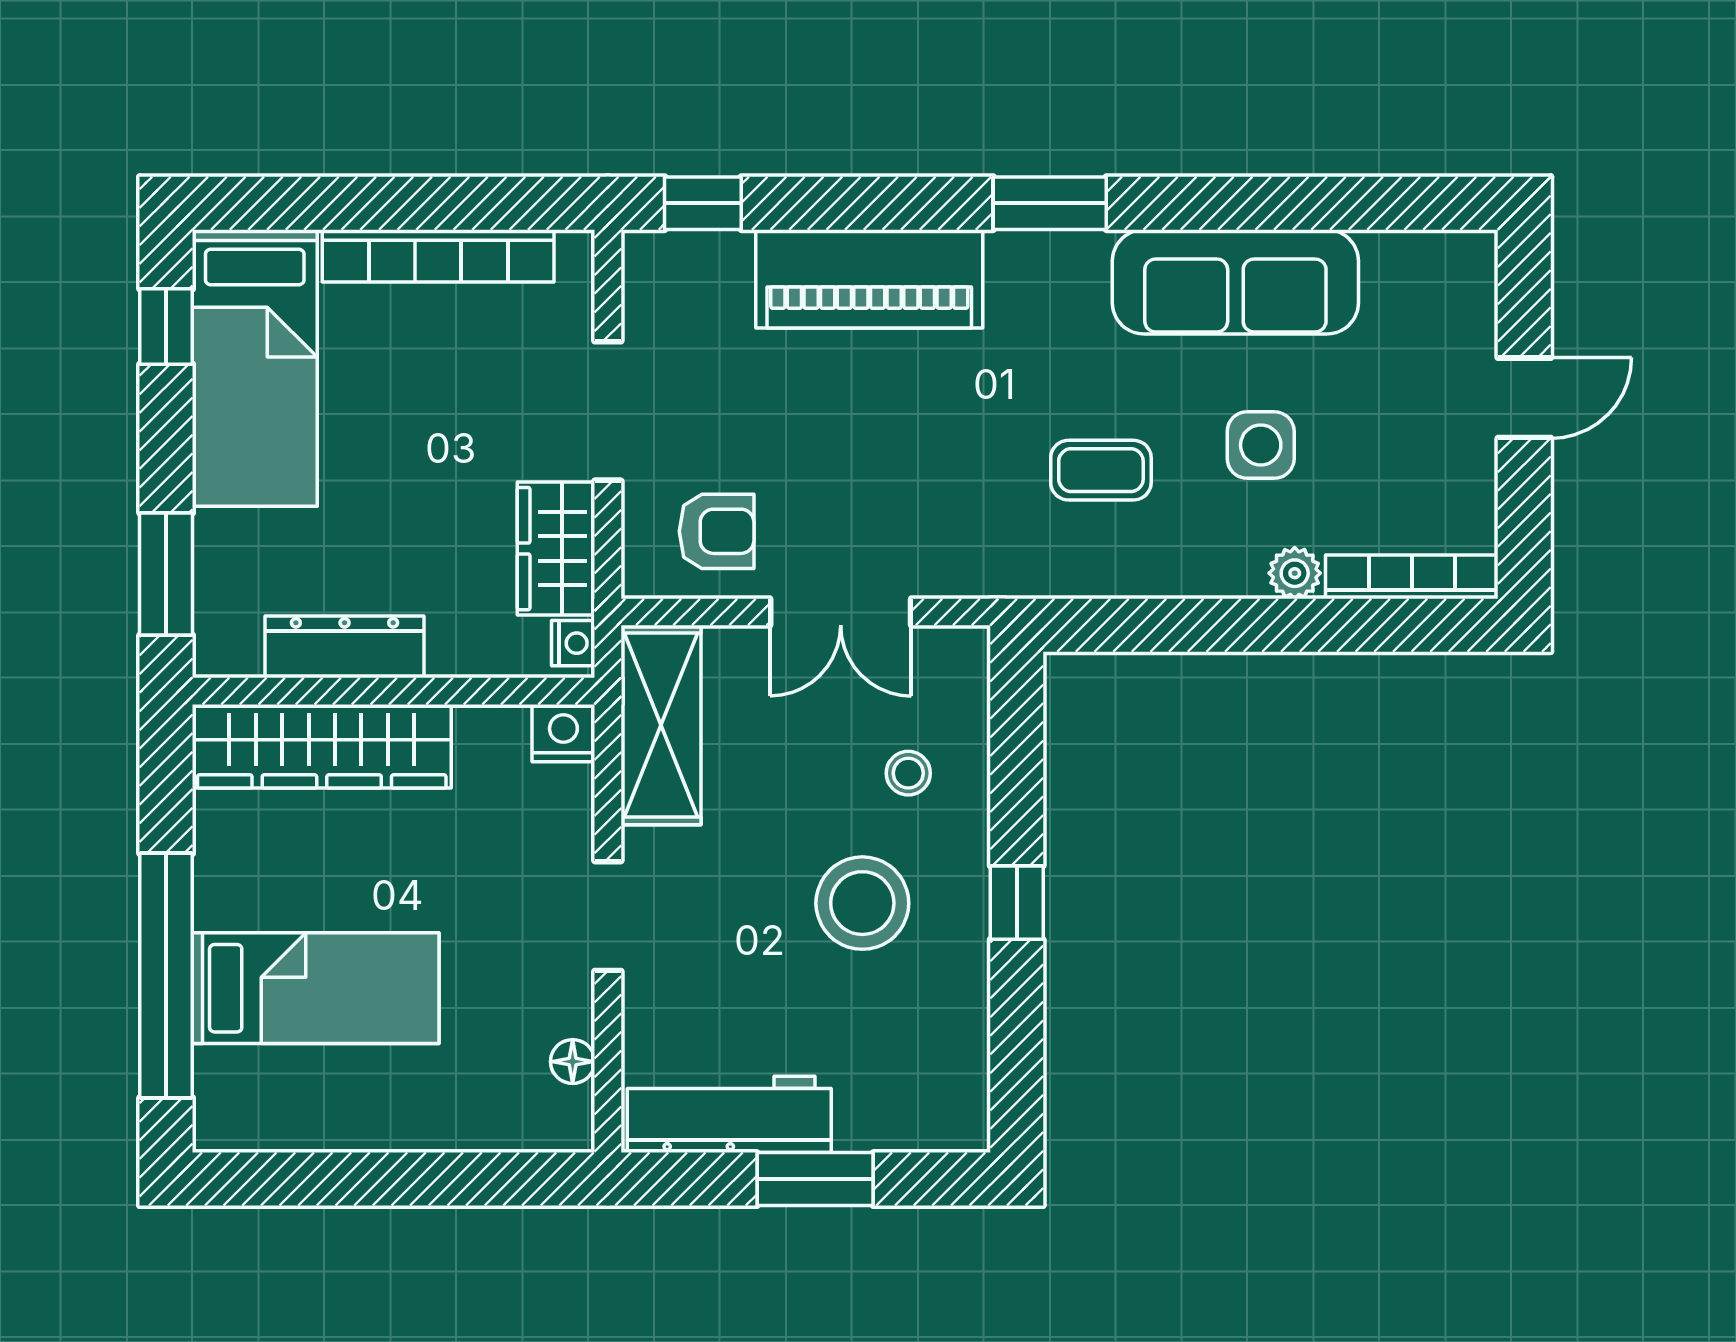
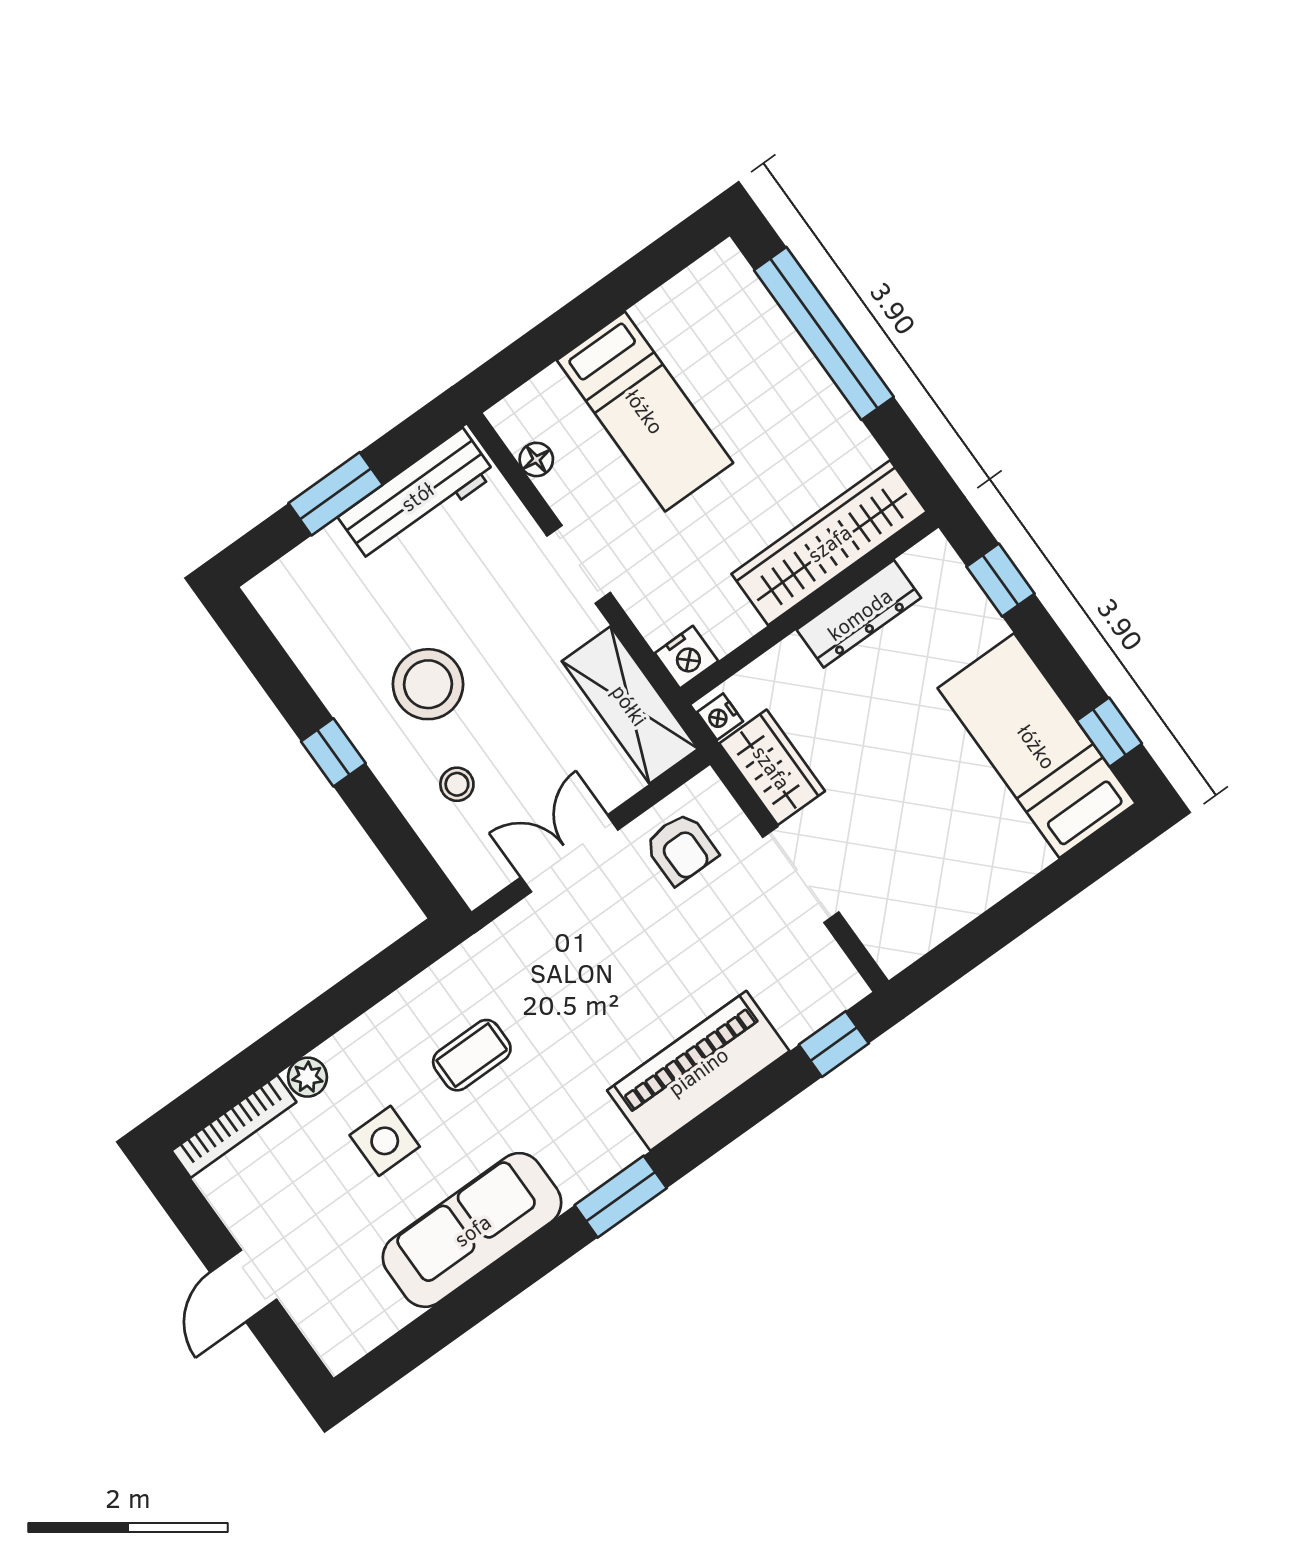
bookcase: (438, 256) -> (973, 895), removed
armchair: (717, 531) -> (681, 849), turned -90
window: (166, 574) -> (1000, 580), width x0.67
bed: (316, 988) -> (645, 411), moved, turned -90

